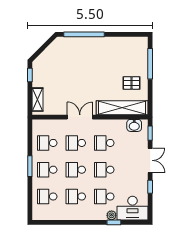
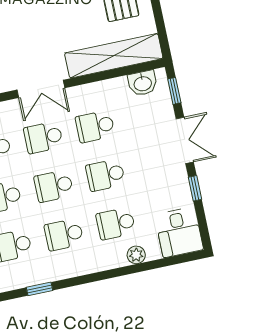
double door: (80, 117) -> (41, 89), swing flipped
desk: (133, 208) -> (179, 232), width x0.73
window: (114, 222) -> (39, 289), moved

